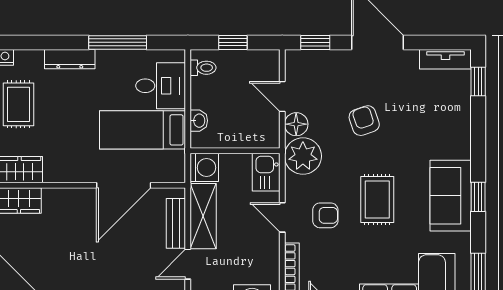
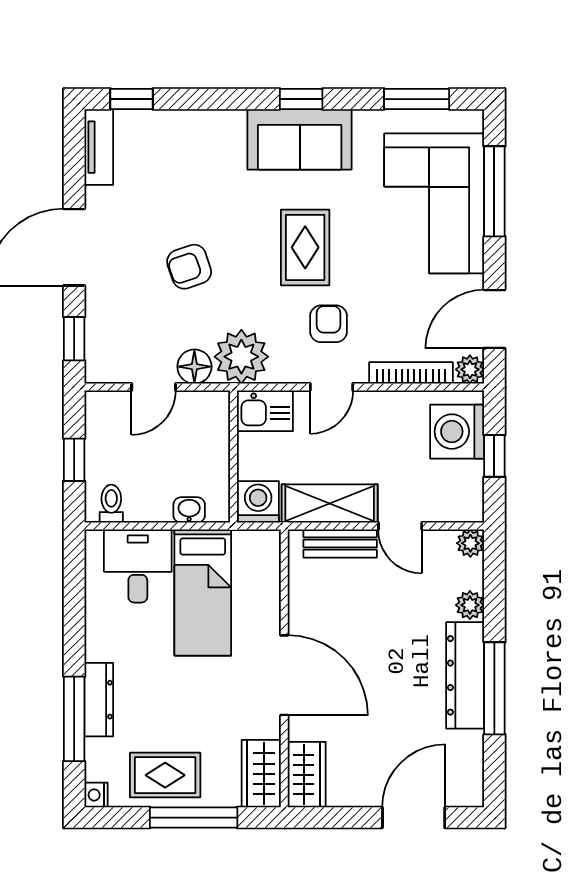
window: (118, 42) -> (74, 719), moved
door: (124, 185) -> (284, 675), moved
rug: (377, 199) -> (305, 247), turned 90

